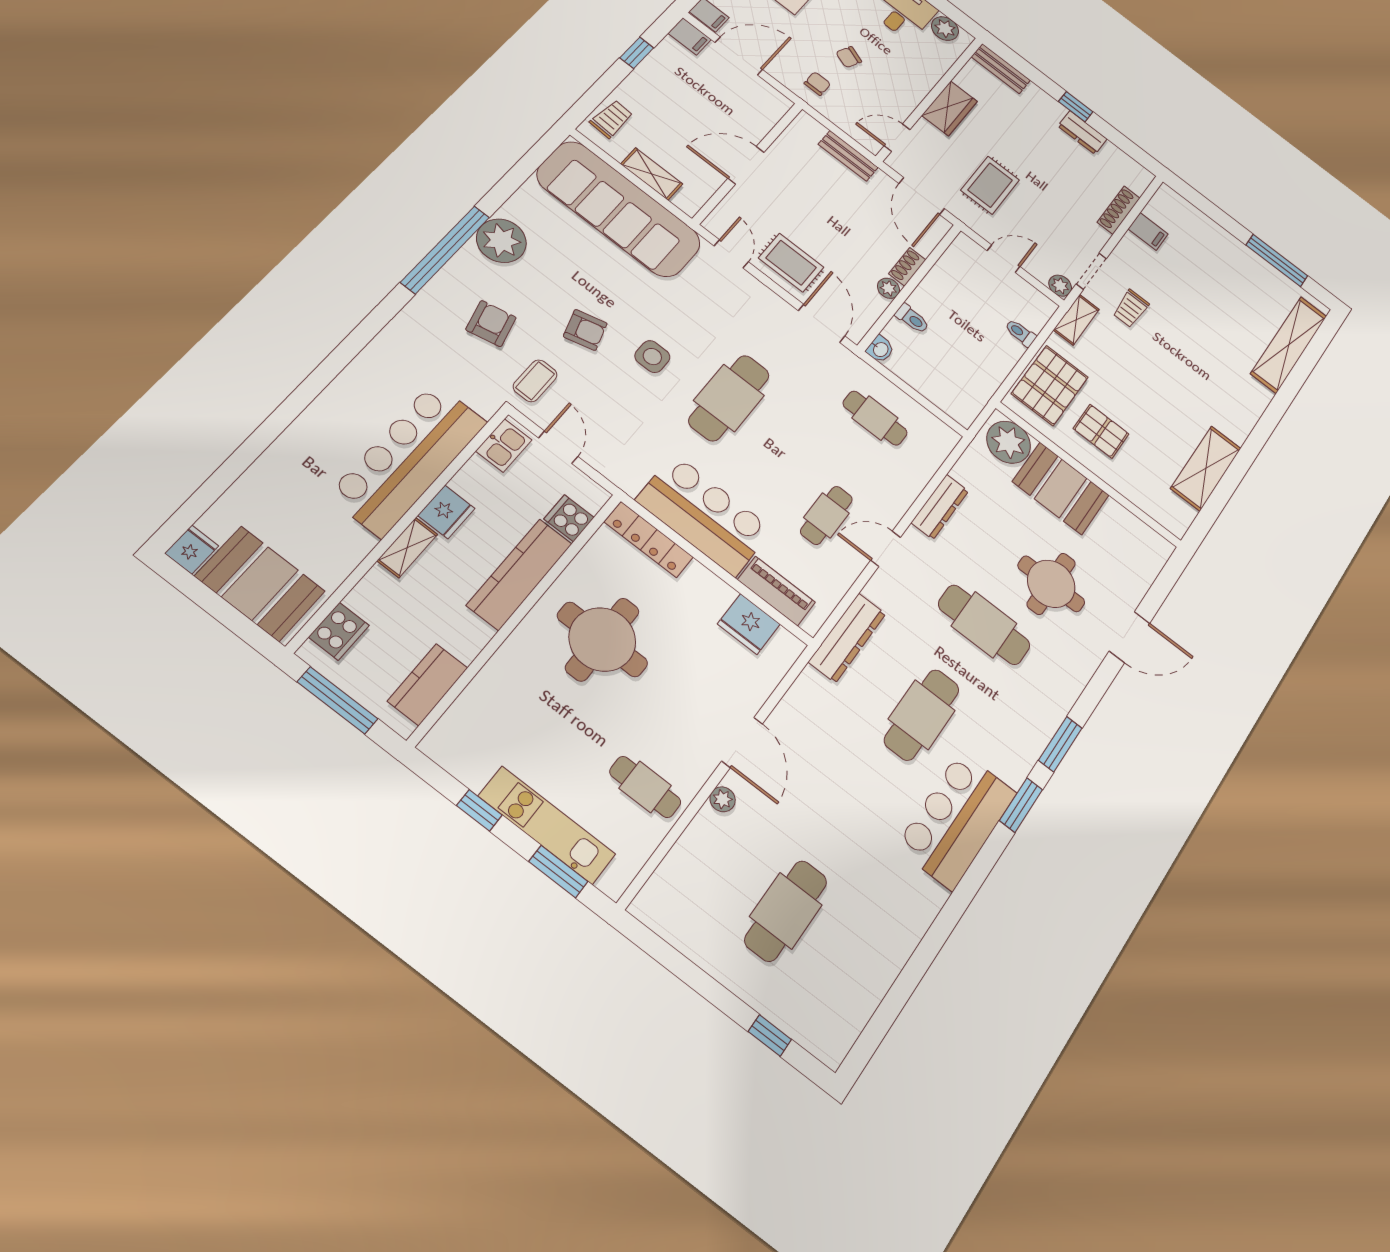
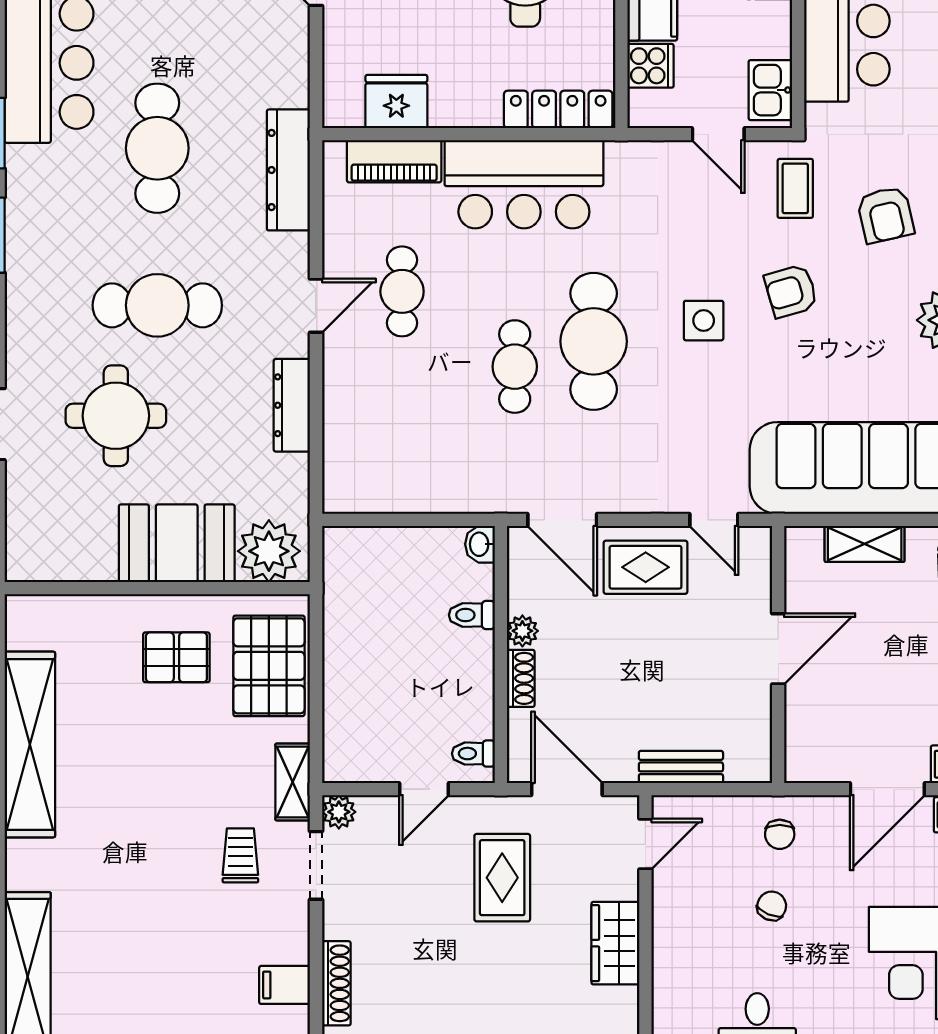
toilet: (1021, 333) -> (473, 754), moved, turned 180
cafe table: (875, 418) -> (515, 367), moved, turned 90
shelving: (1206, 468) -> (30, 744), width x1.47

